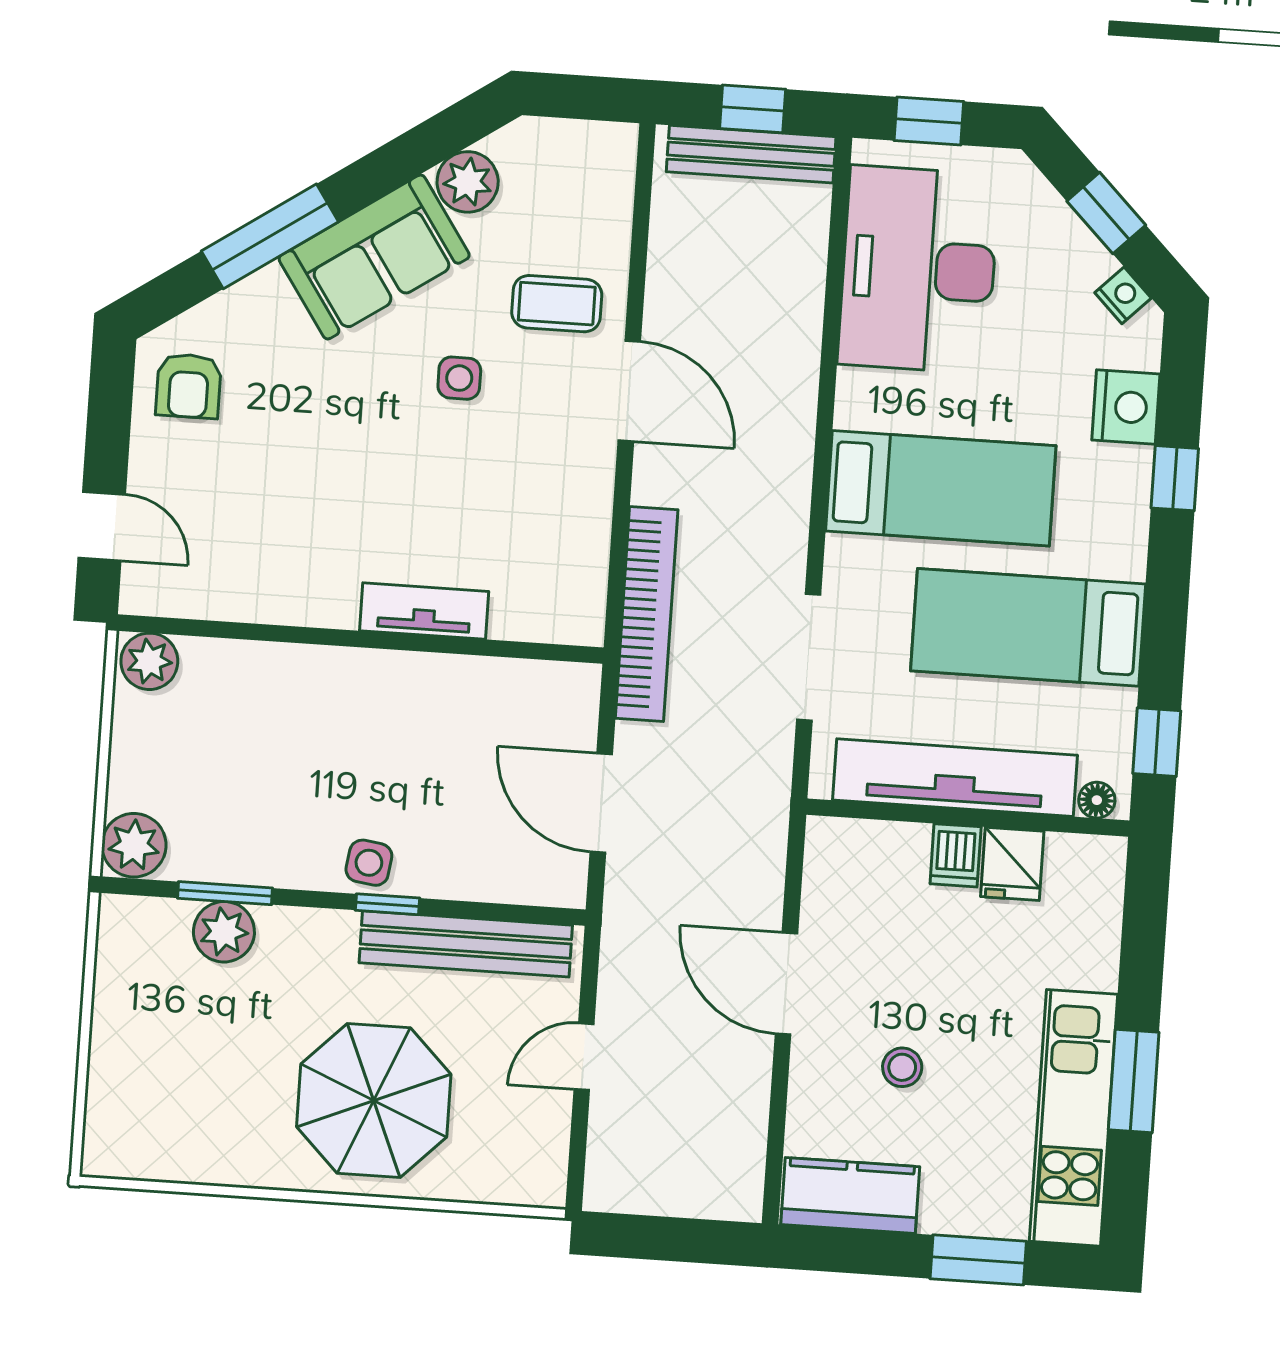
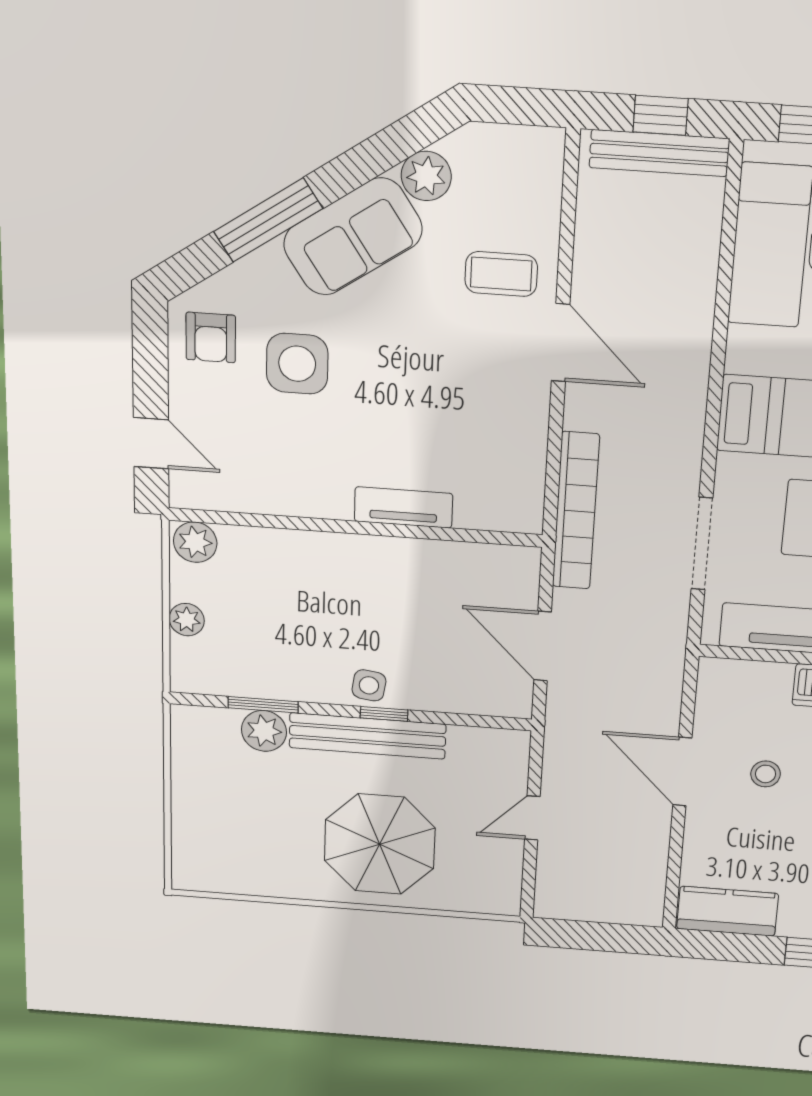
side table: (459, 378) -> (297, 364), moved, width x1.87, depth x1.87
plant: (134, 845) -> (187, 620), moved, width x0.73, depth x0.73
bench: (466, 944) -> (367, 736), moved
stool: (902, 1067) -> (766, 774), moved

